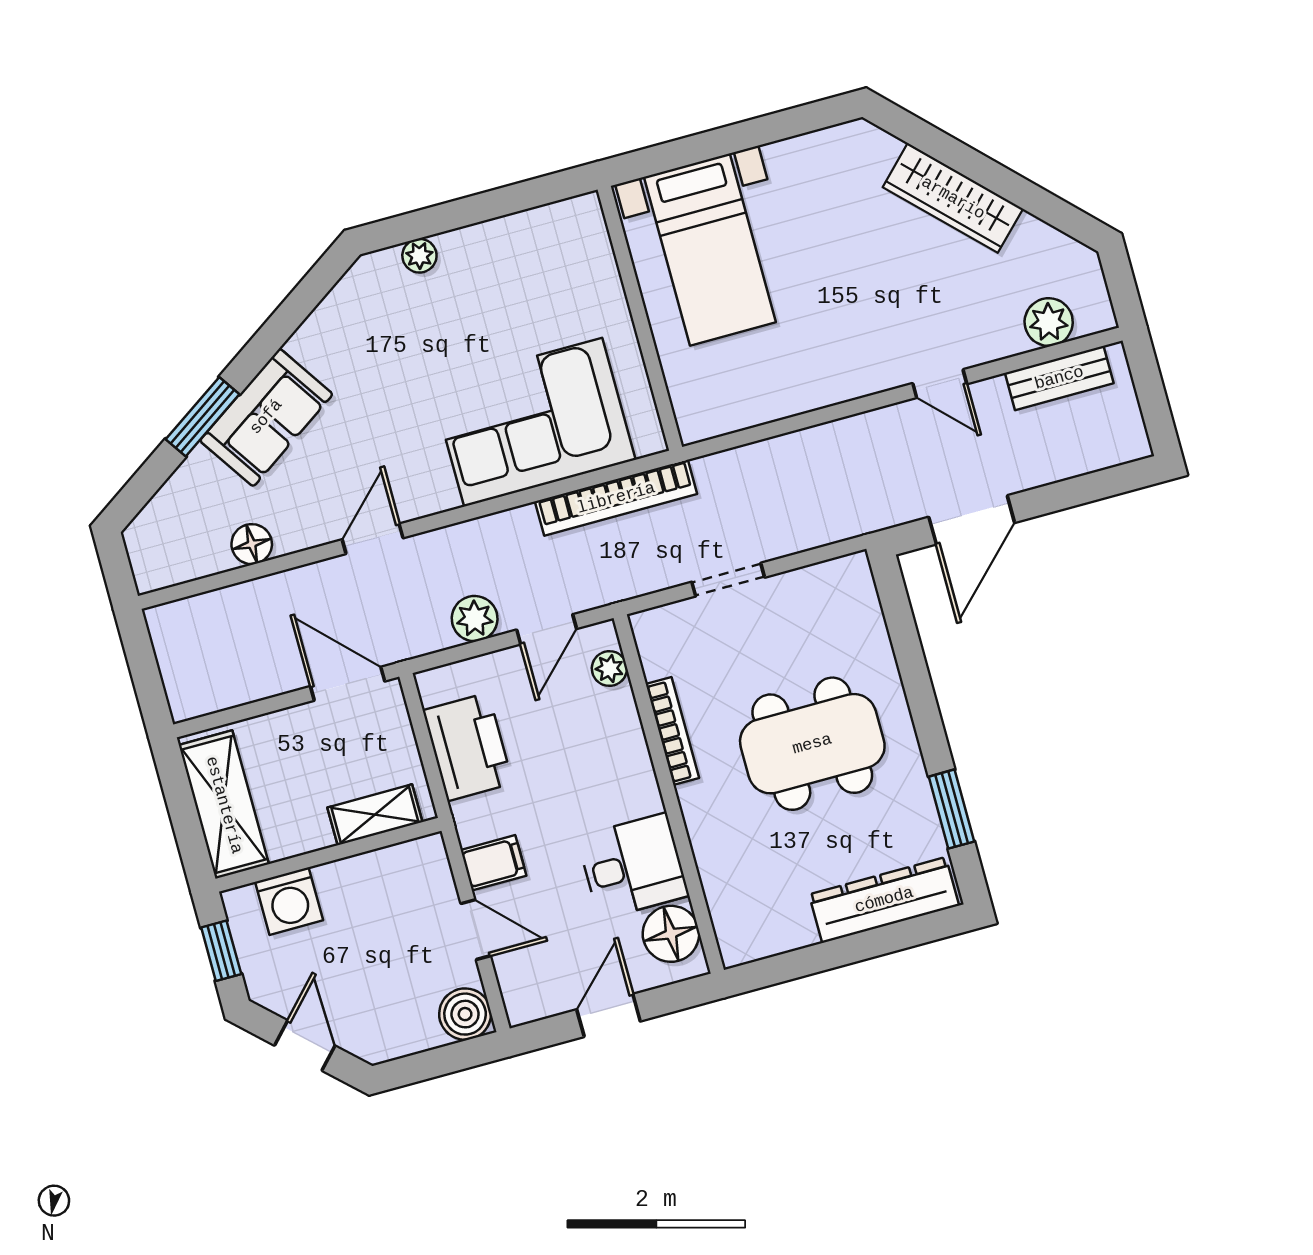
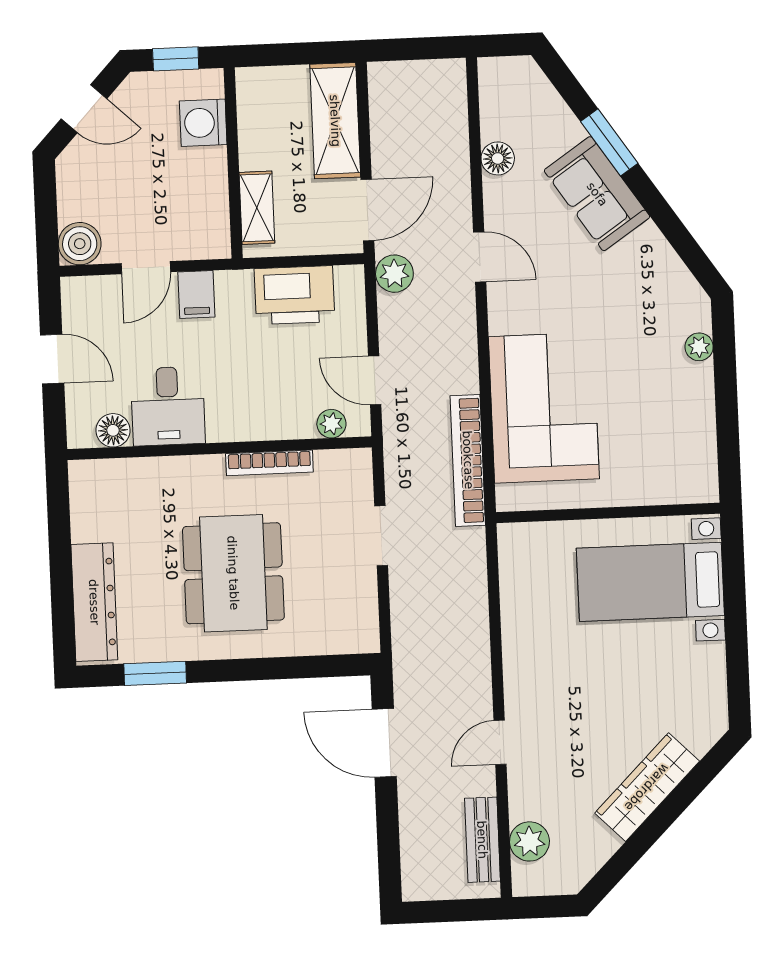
plant: (475, 619) -> (394, 274), moved
shelving: (224, 805) -> (335, 121), moved, turned 90
floor lamp: (671, 934) -> (113, 430), width x0.73, depth x0.73

